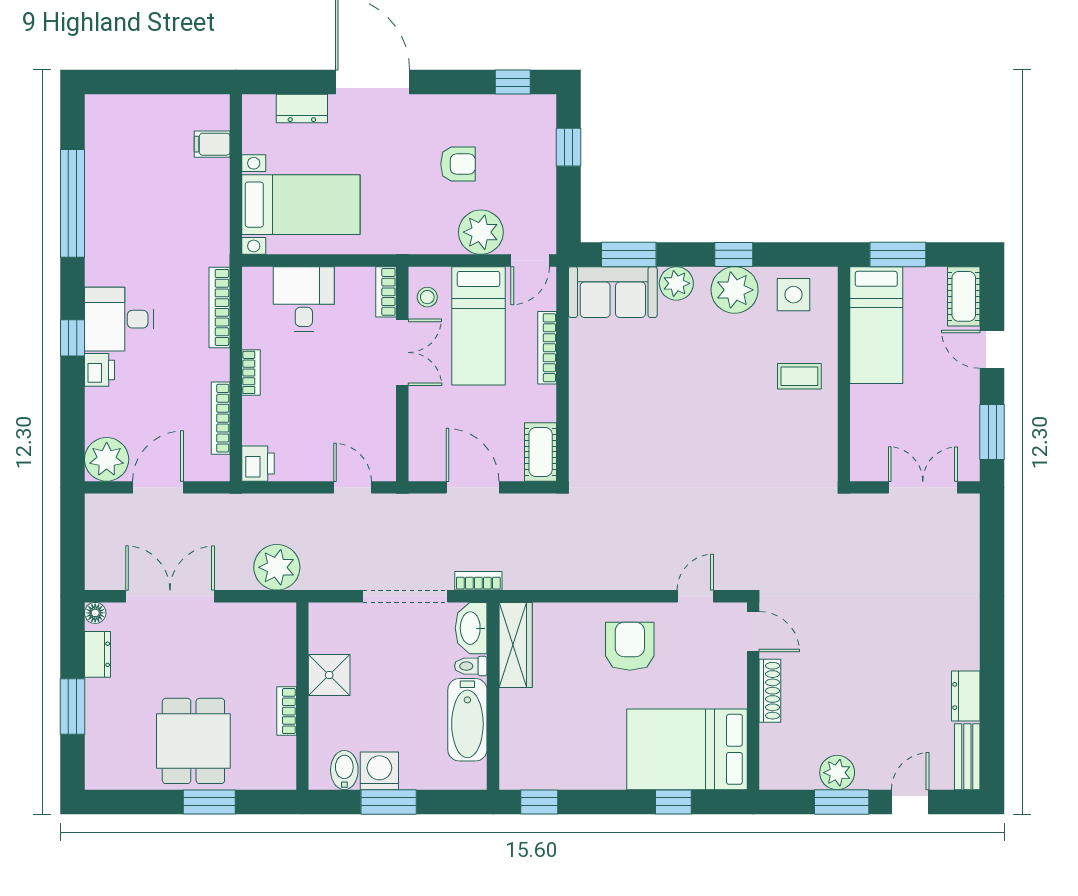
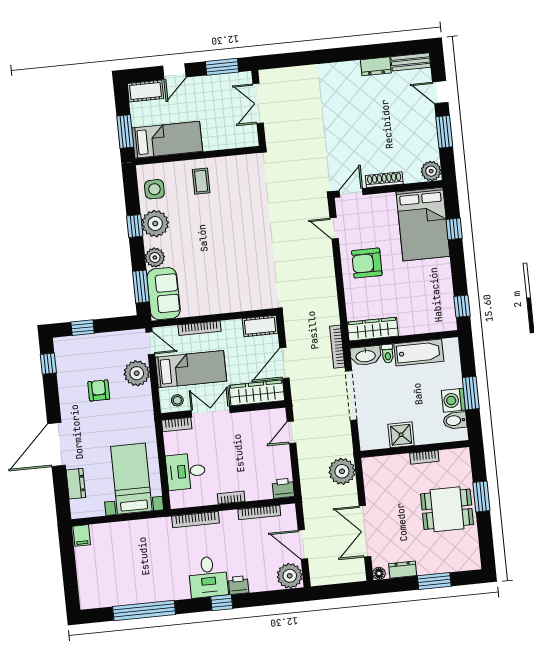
filing cabinet: (212, 144) -> (82, 535), moved
wardrobe: (426, 435) -> (257, 393), added
bookcase: (478, 581) -> (337, 347), width x1.56
plant: (837, 773) -> (431, 171), moved

